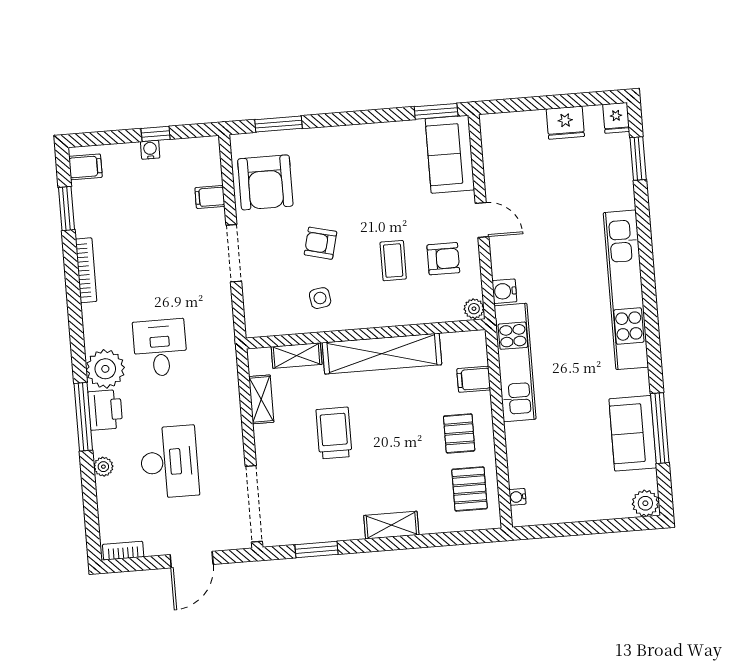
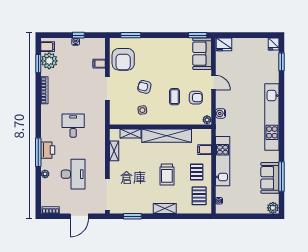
fridge: (565, 123) -> (224, 44), moved
kitchen unit: (515, 362) -> (223, 161), moved
plant: (105, 369) -> (49, 61), moved
trolley: (334, 433) -> (167, 174), moved, turned 180

